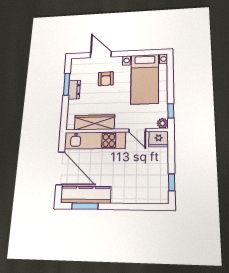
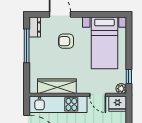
armchair: (106, 79) -> (66, 41), turned 92
window: (67, 84) -> (27, 46), width x1.44
dresser: (74, 90) -> (35, 27), moved

